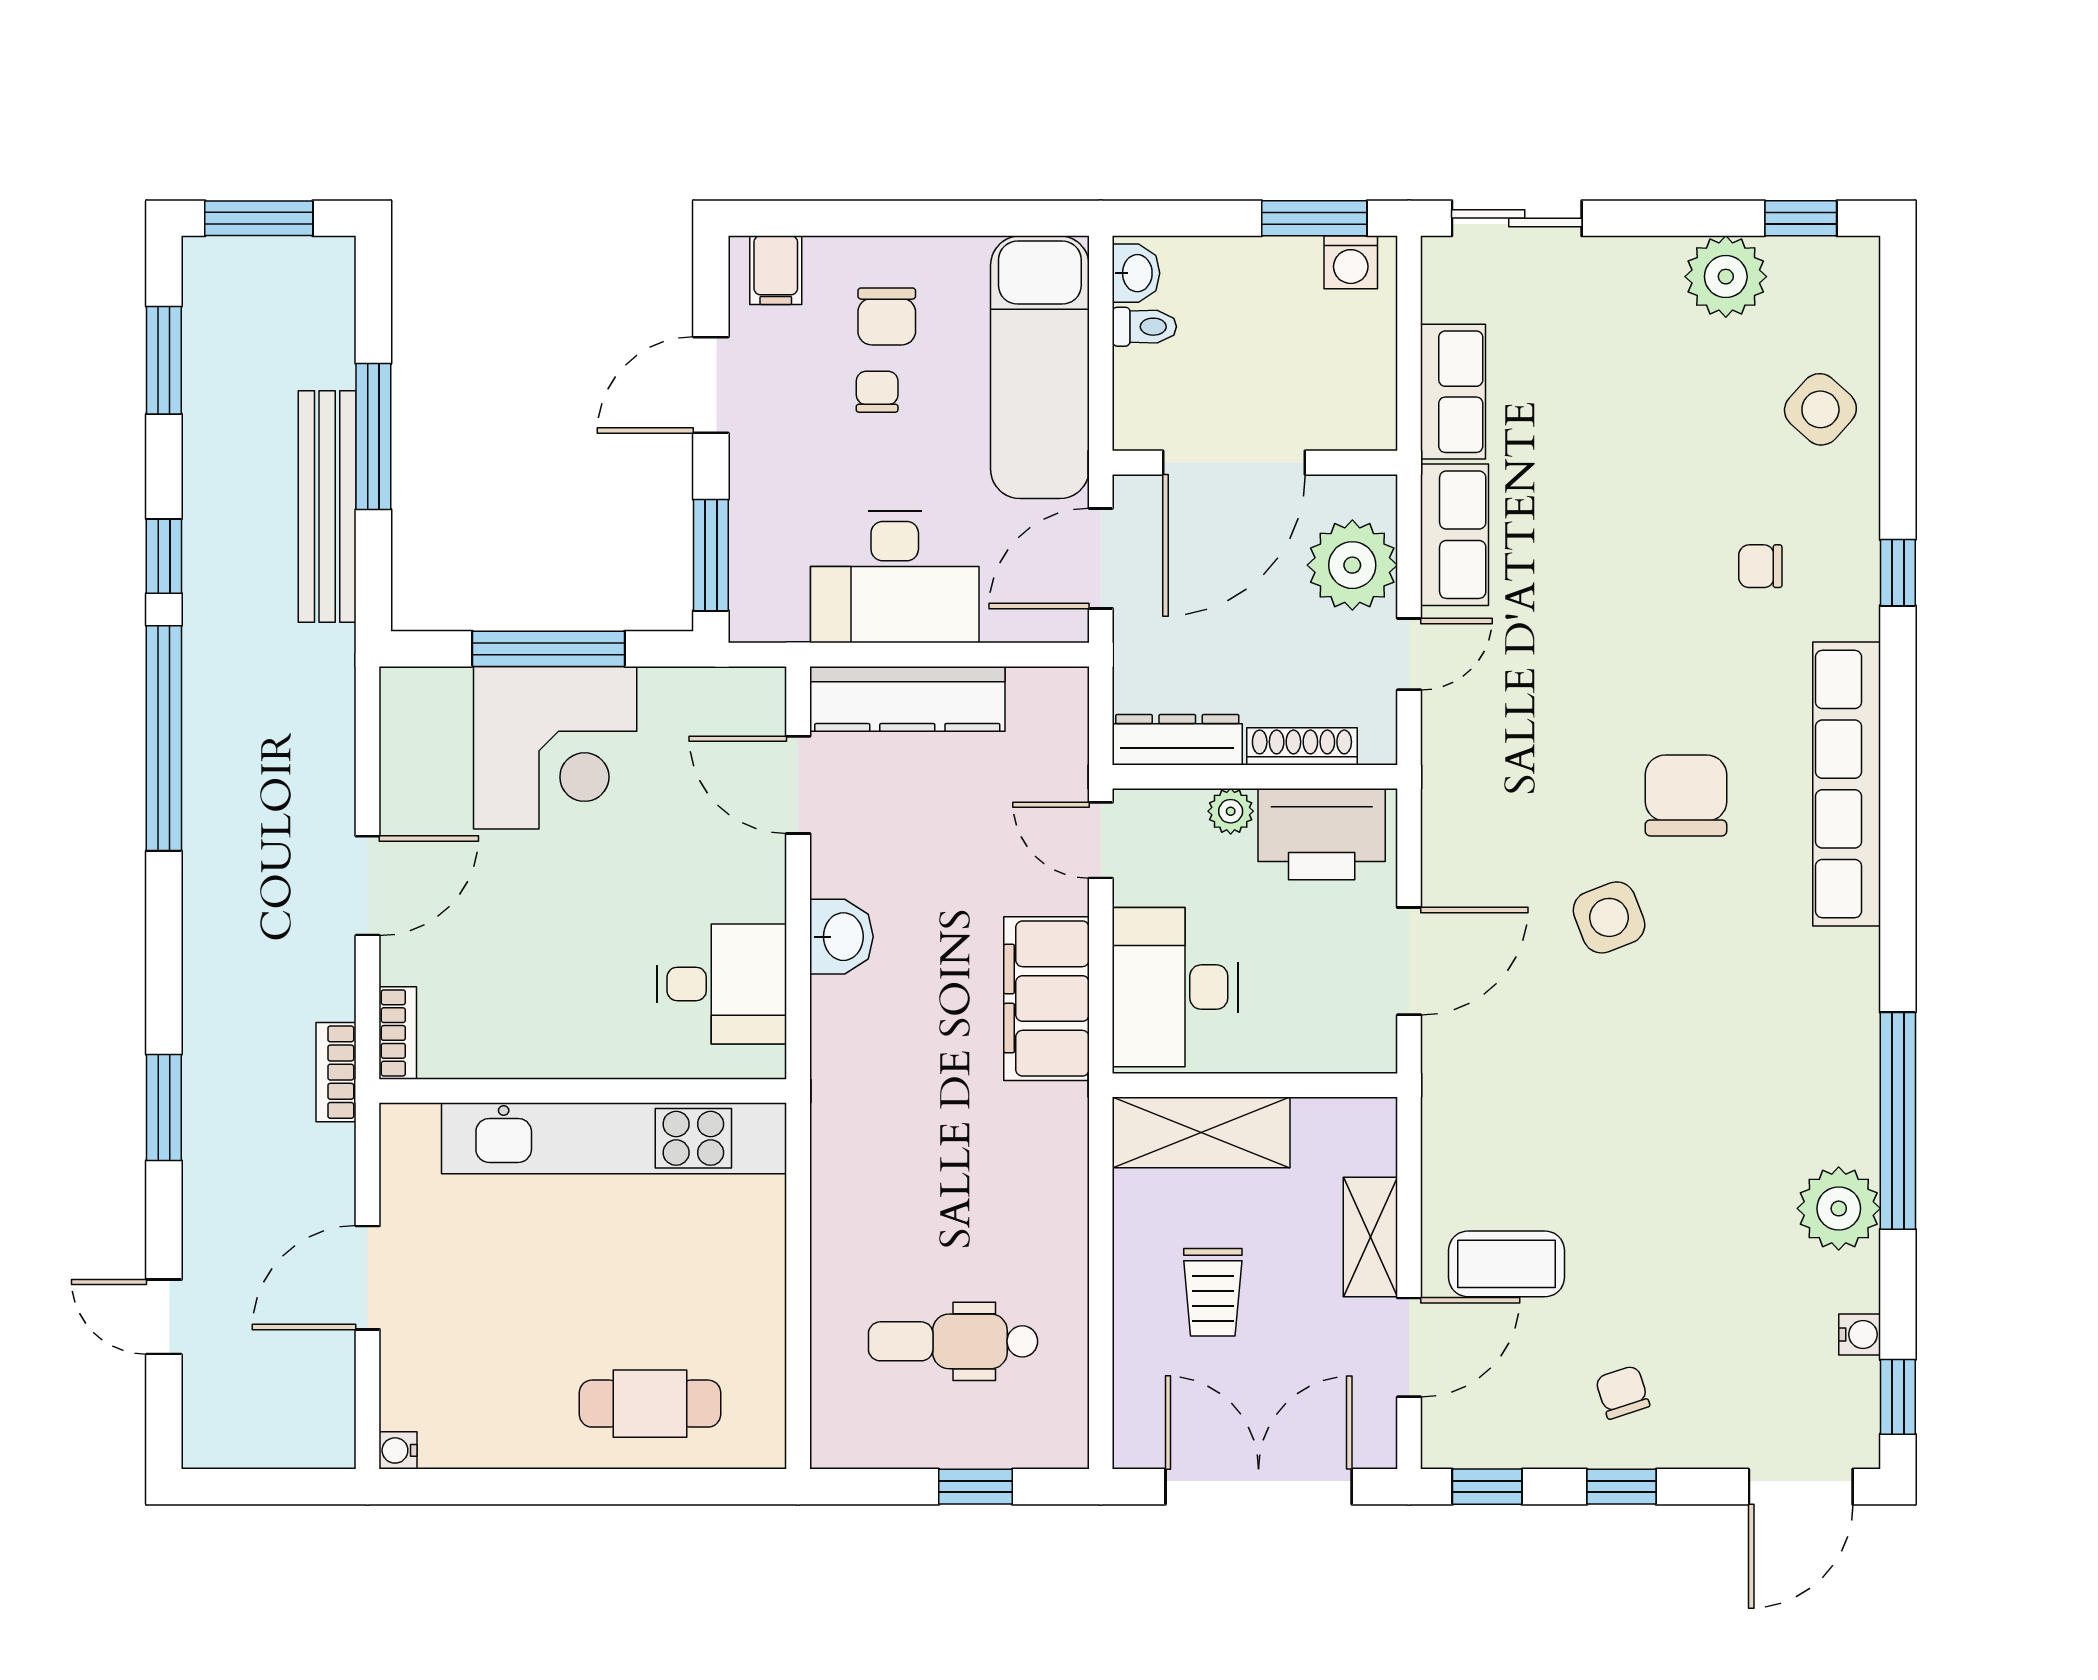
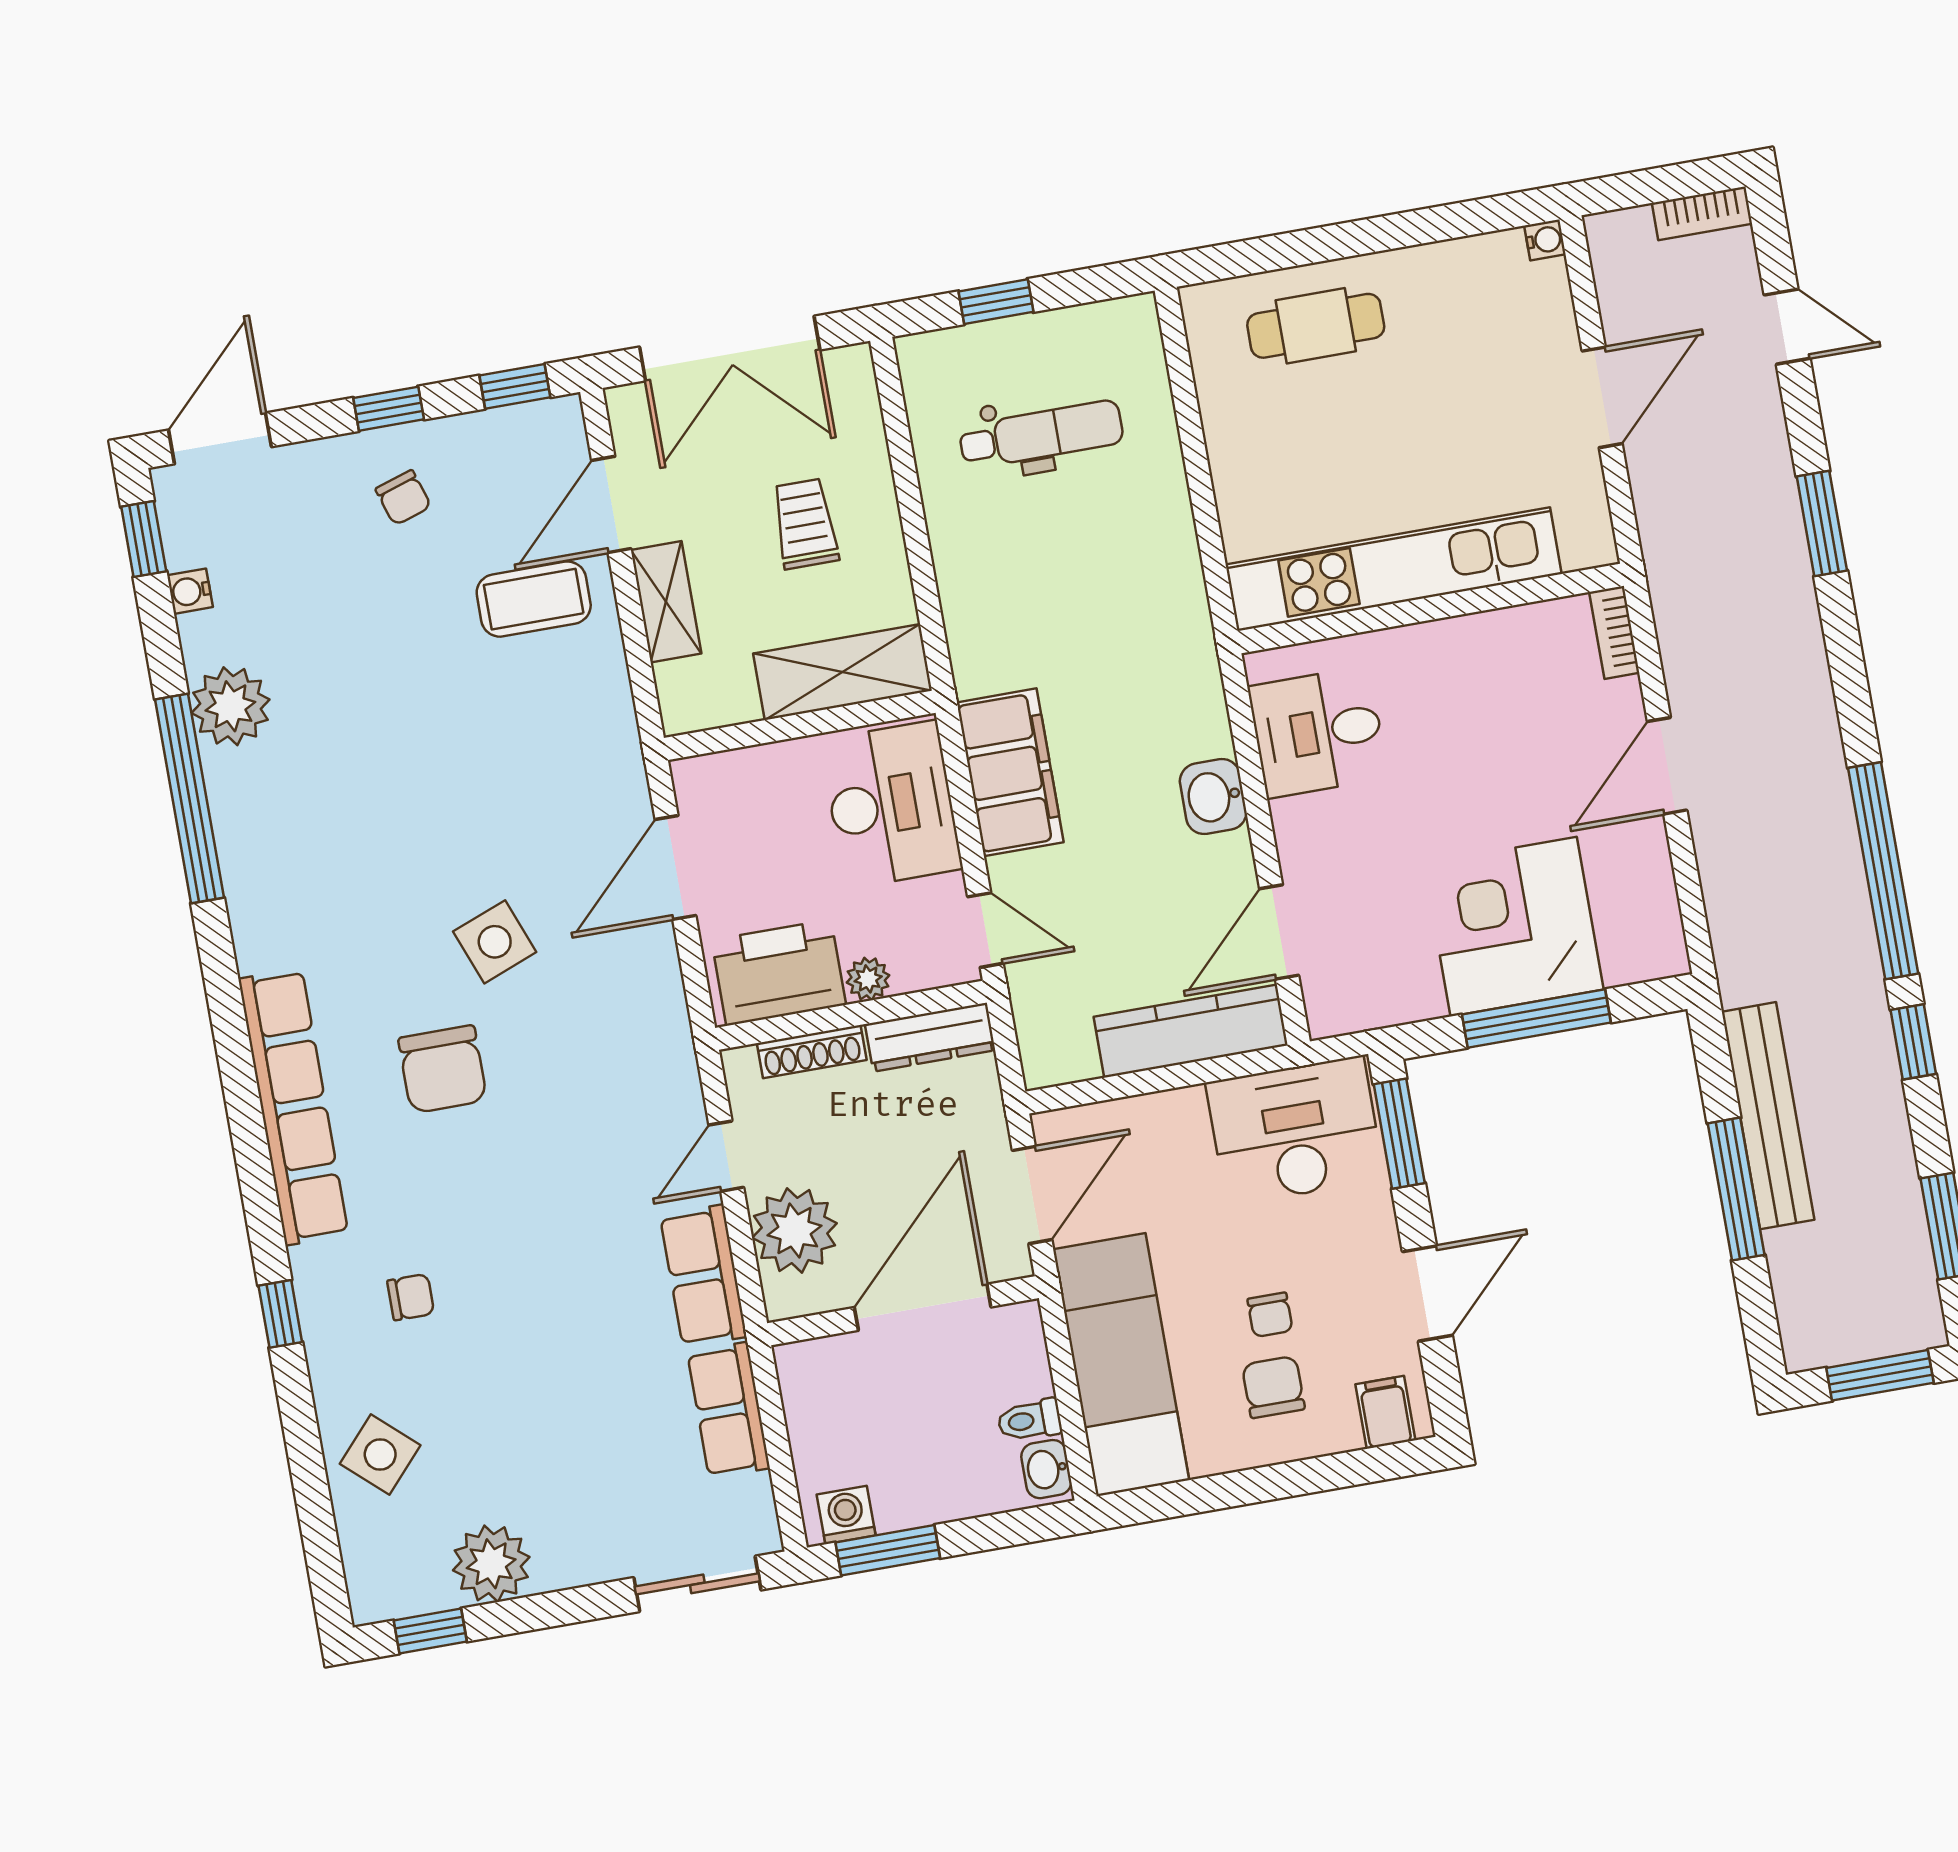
desk: (895, 577) -> (1295, 1131), moved
door: (798, 785) -> (1279, 932), swing flipped
bookcase: (336, 1072) -> (1702, 213), moved, turned 90

